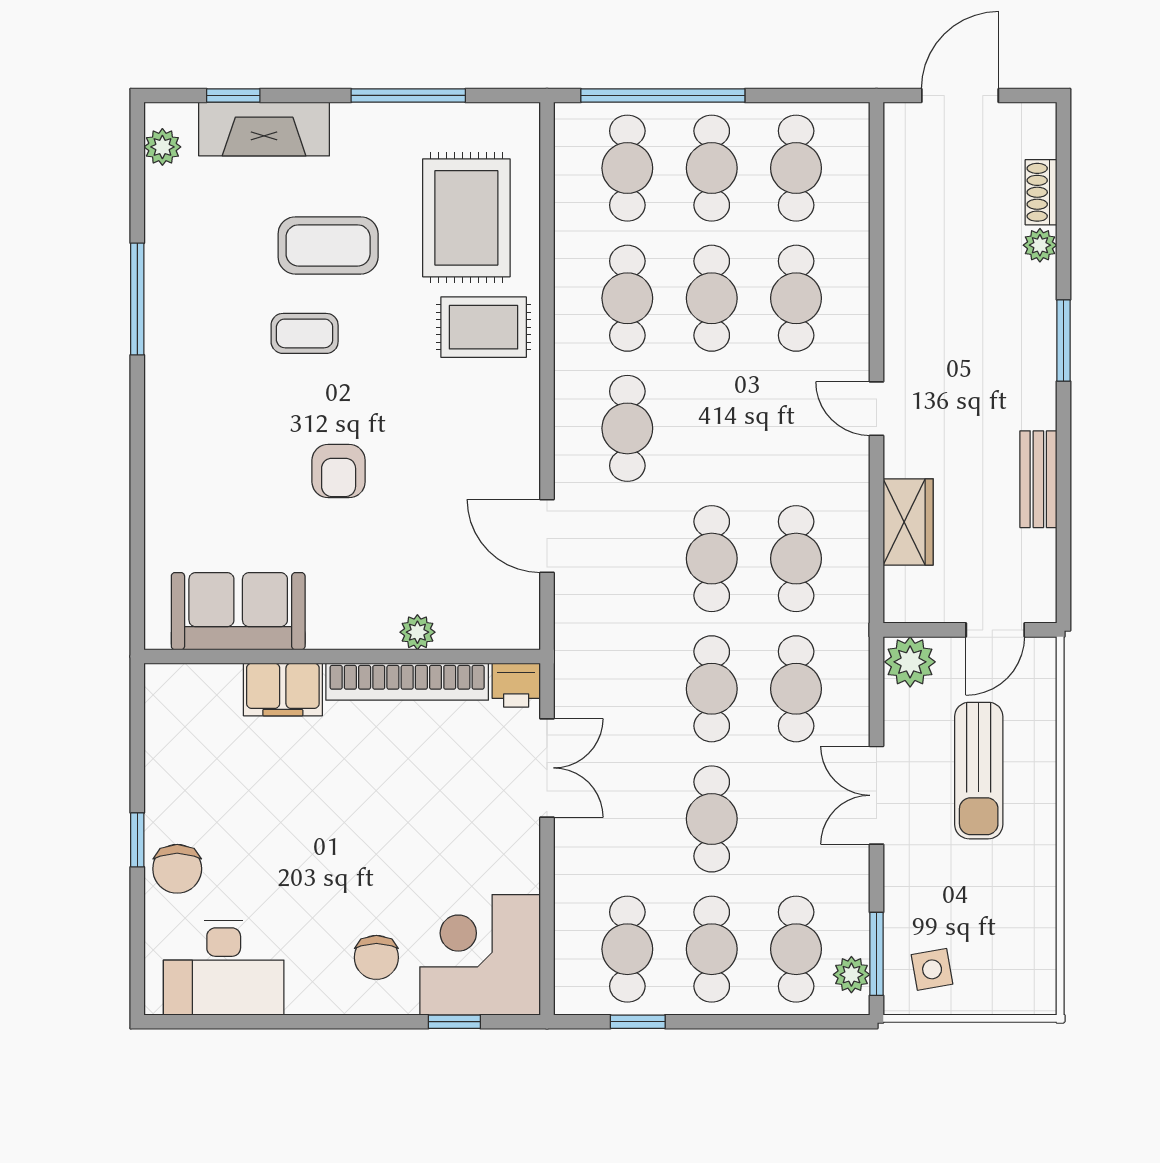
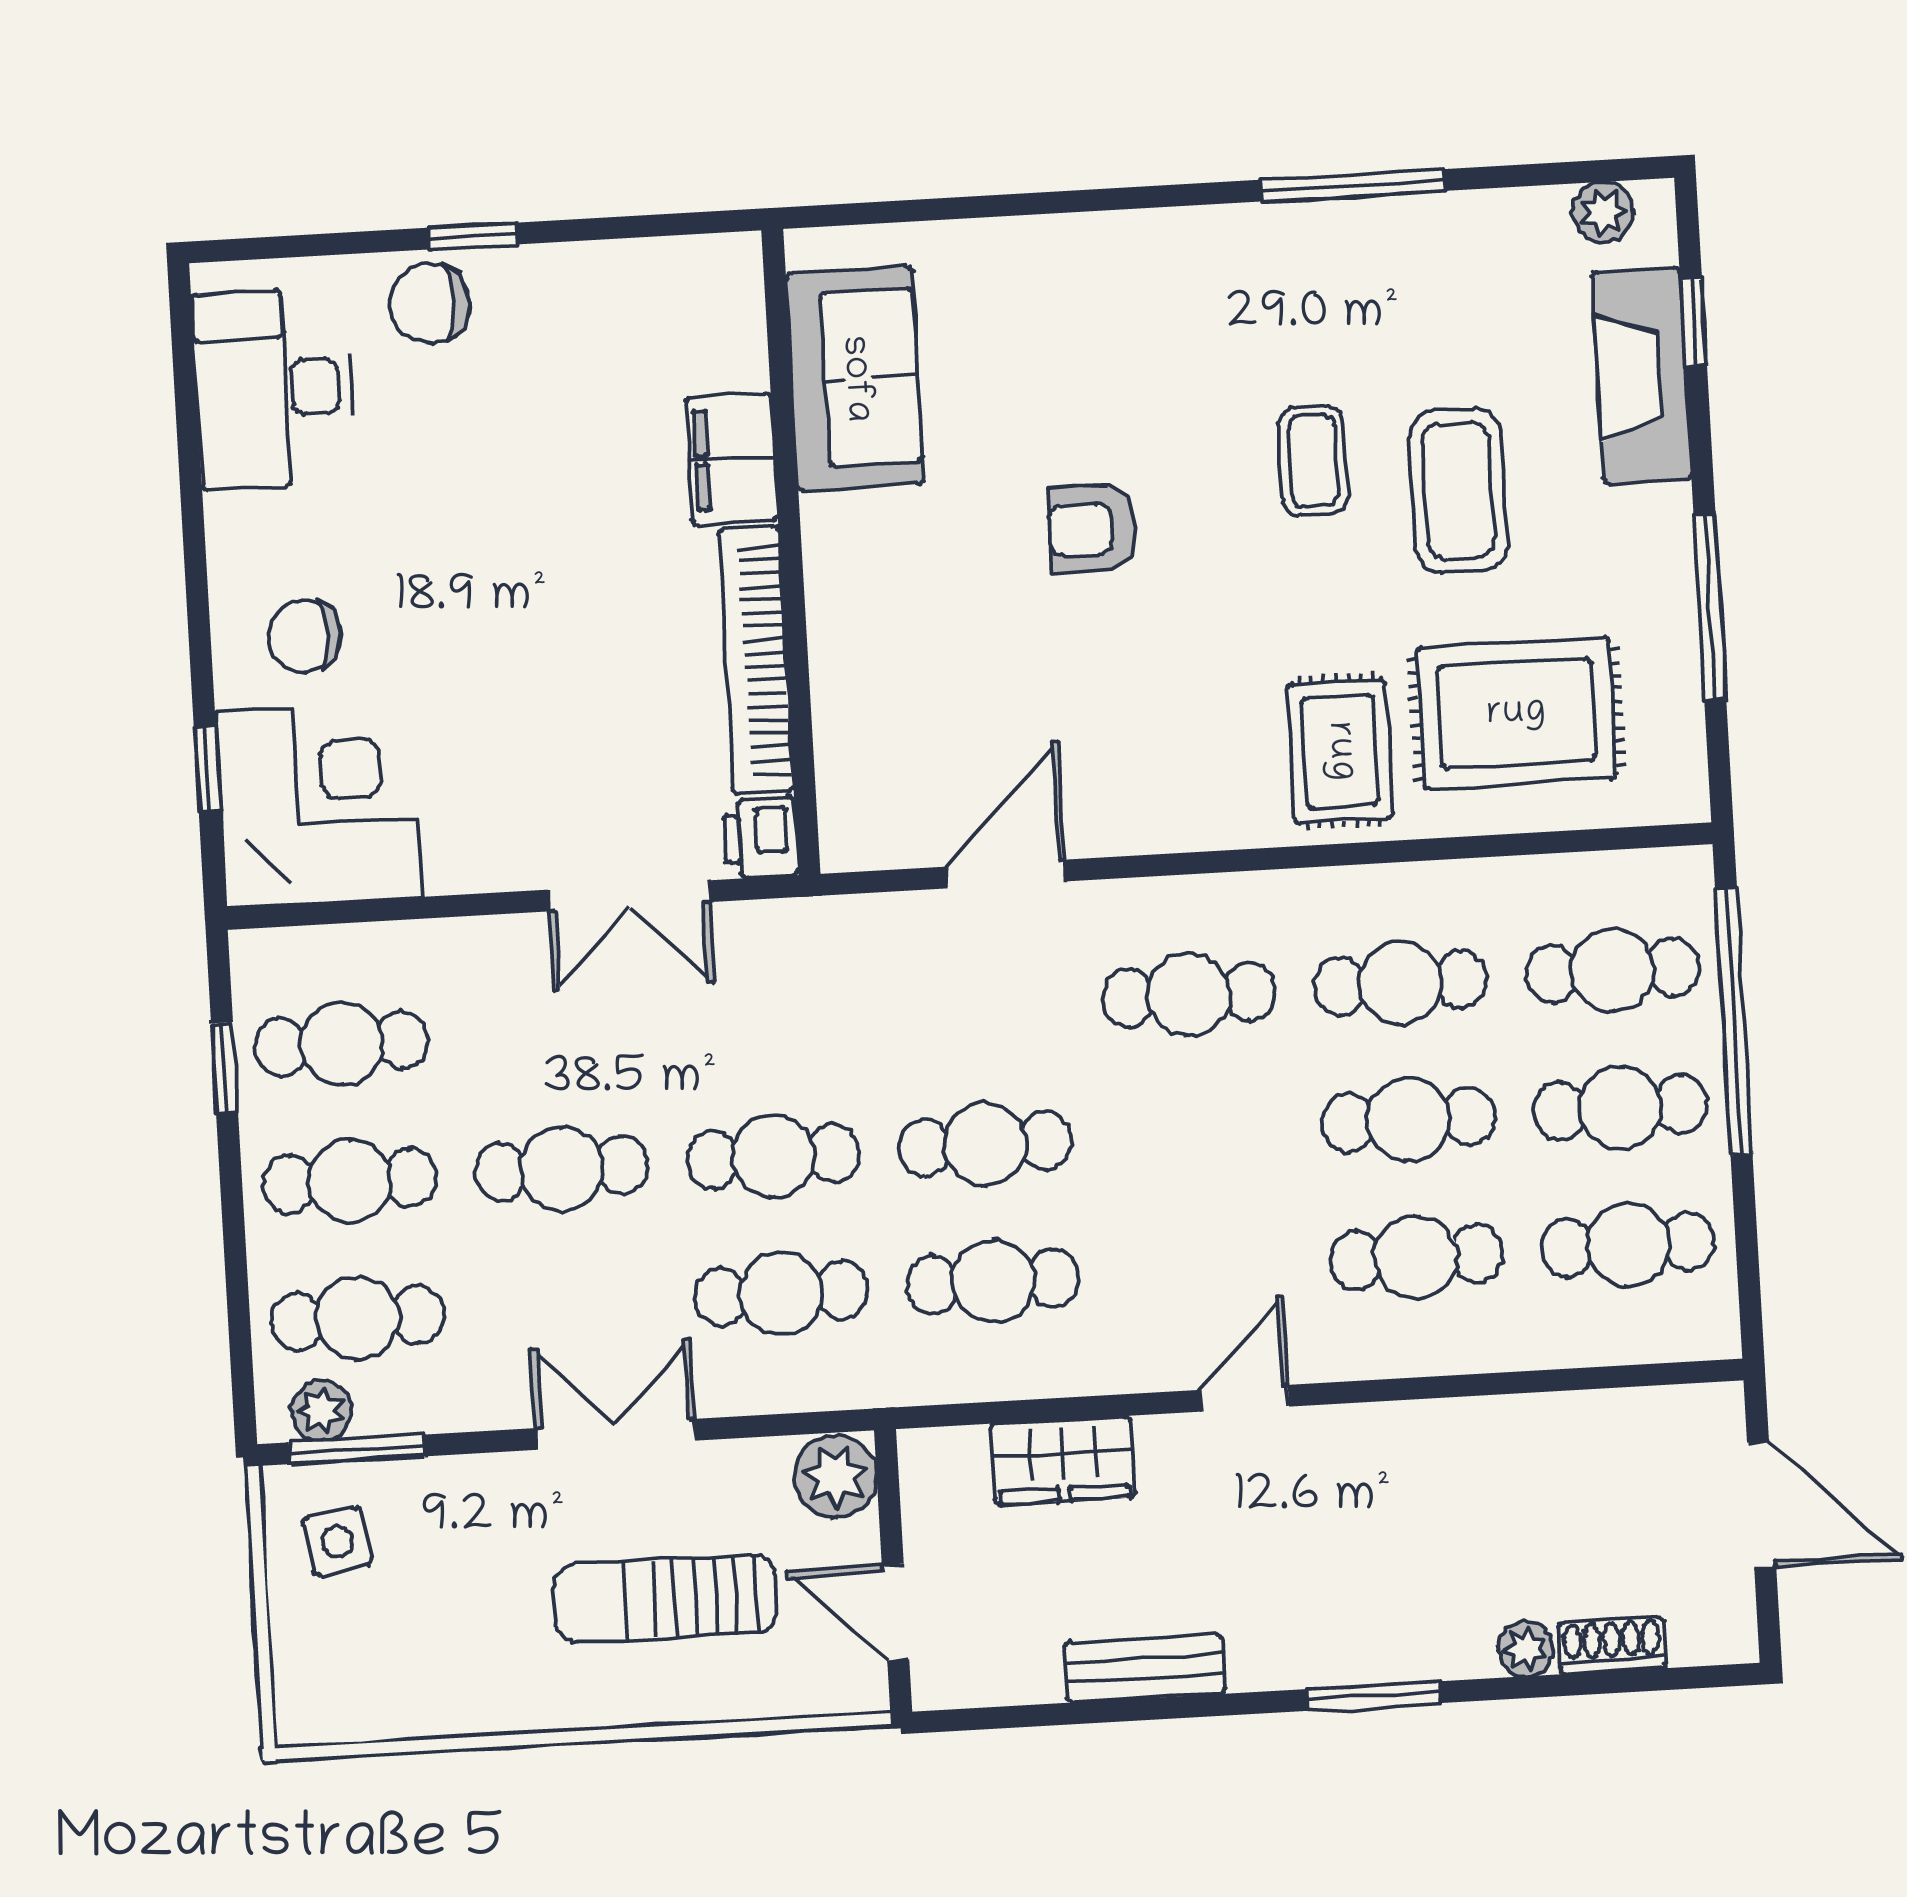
plant: (417, 632) -> (838, 672), removed

